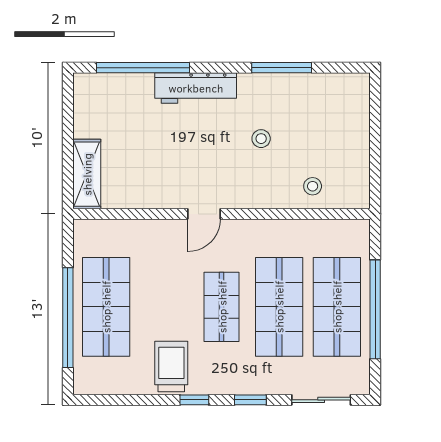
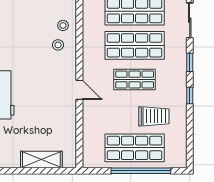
stool: (261, 139) -> (58, 45), moved
shelving: (87, 174) -> (41, 159), moved
trolley: (171, 367) -> (154, 116), moved, turned 180

